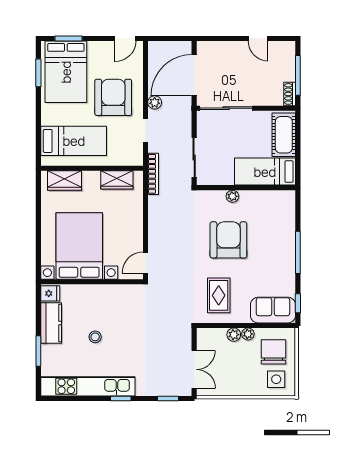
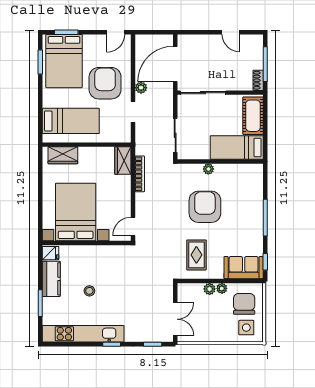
bookcase: (153, 174) -> (140, 174), moved
wardrobe: (117, 180) -> (123, 161), moved, turned 90

